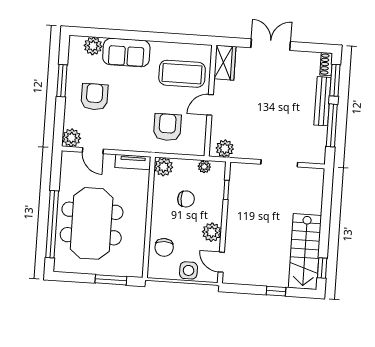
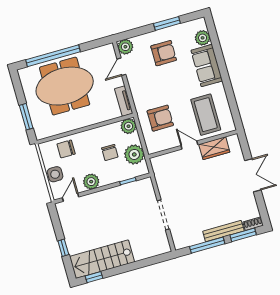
wardrobe: (225, 63) -> (214, 148), moved
plant: (225, 149) -> (160, 168), removed
plant: (204, 167) -> (134, 154), width x1.88, depth x1.88

